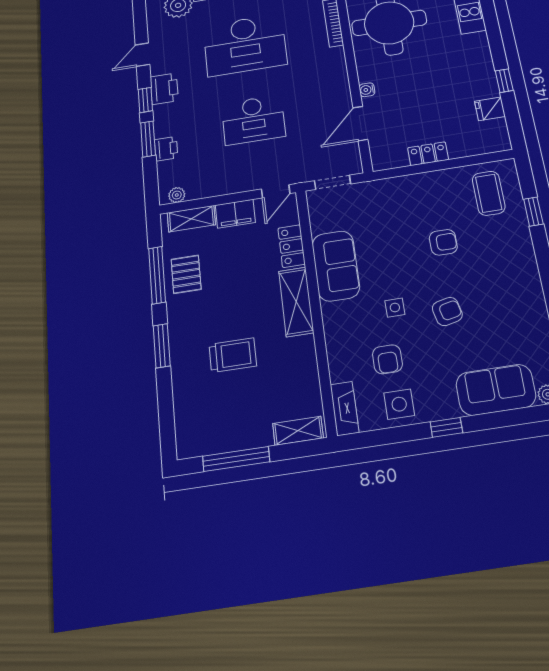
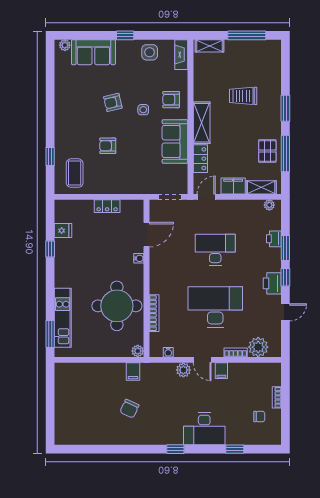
armchair: (387, 359) -> (171, 100), moved, turned -90

